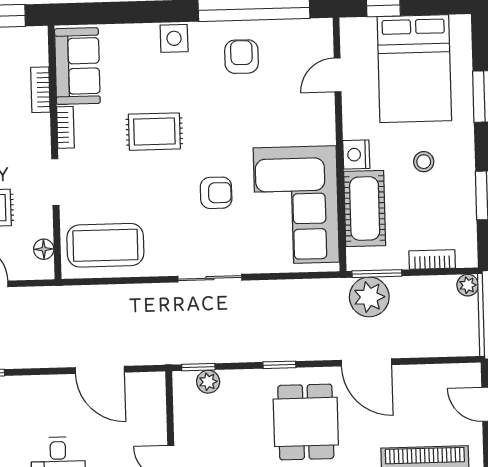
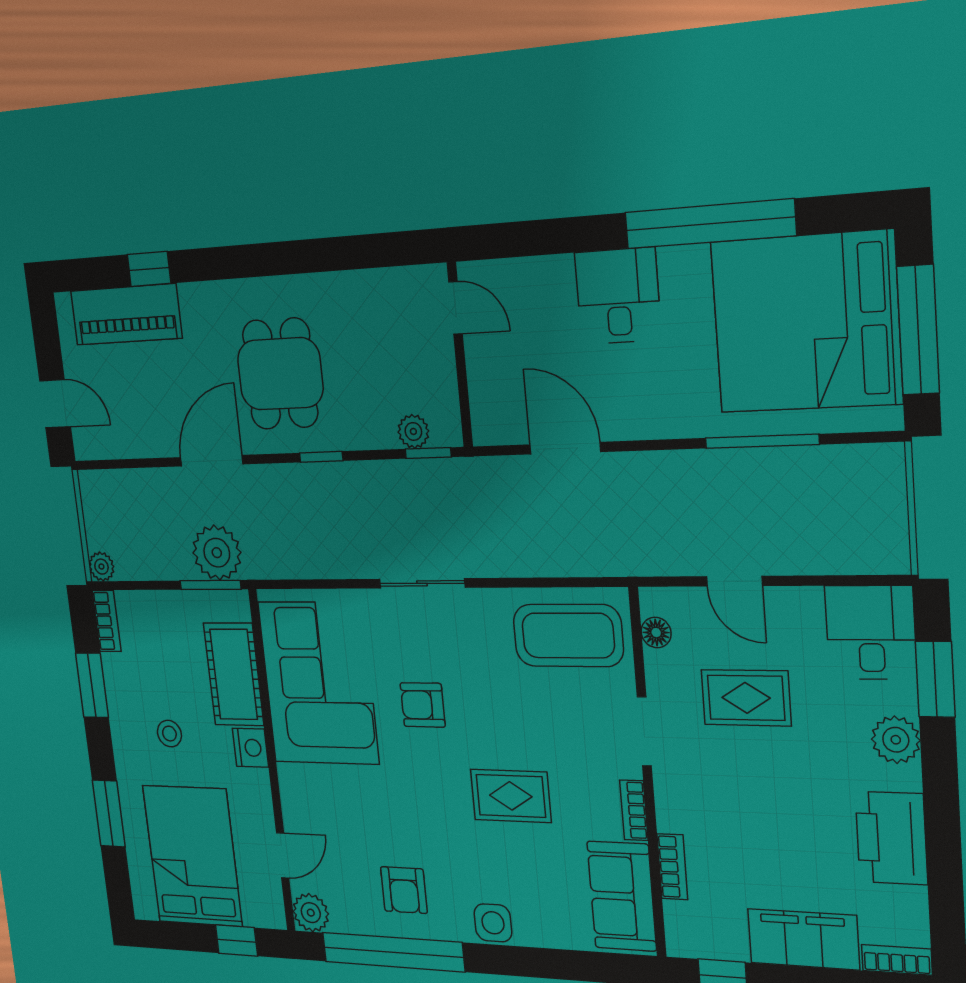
plant: (318, 33) -> (311, 913), added
bookcase: (432, 259) -> (107, 621), moved, turned -90
door: (366, 362) -> (212, 461), hinge flipped

